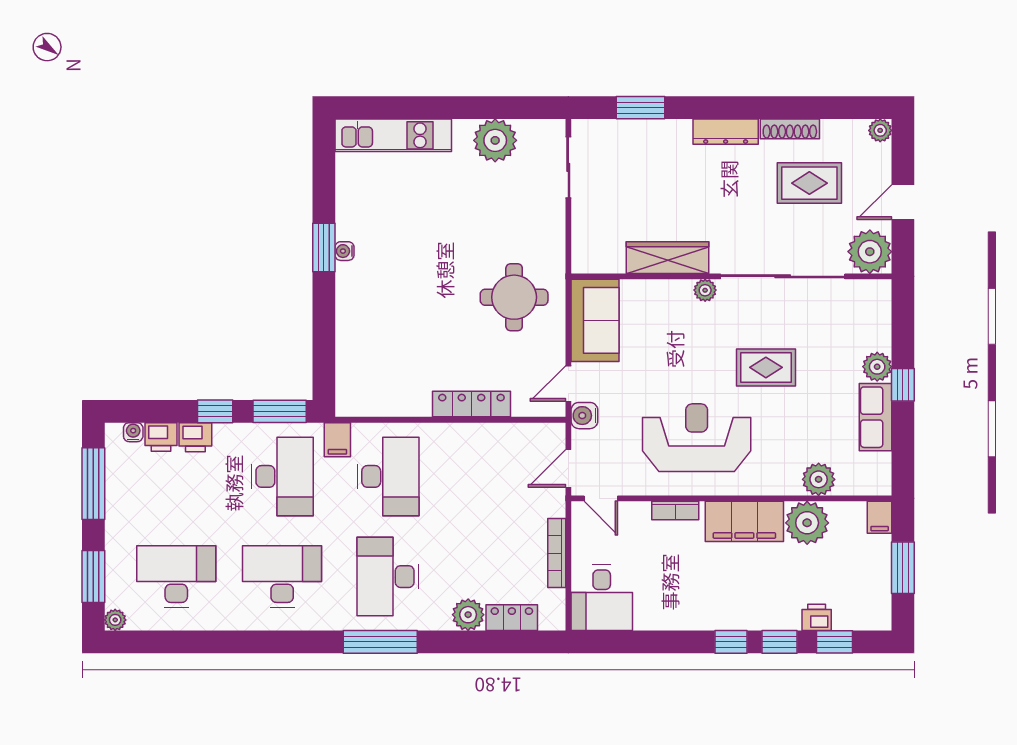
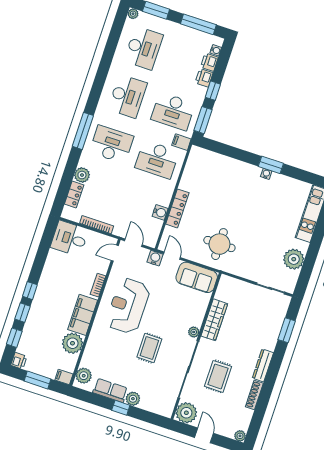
rug: (809, 183) -> (218, 376), moved
water cooler: (490, 436) -> (160, 212), added
reception desk: (697, 438) -> (128, 306), turned 180
plant: (819, 479) -> (84, 376), moved
printer: (817, 617) -> (19, 361), moved

